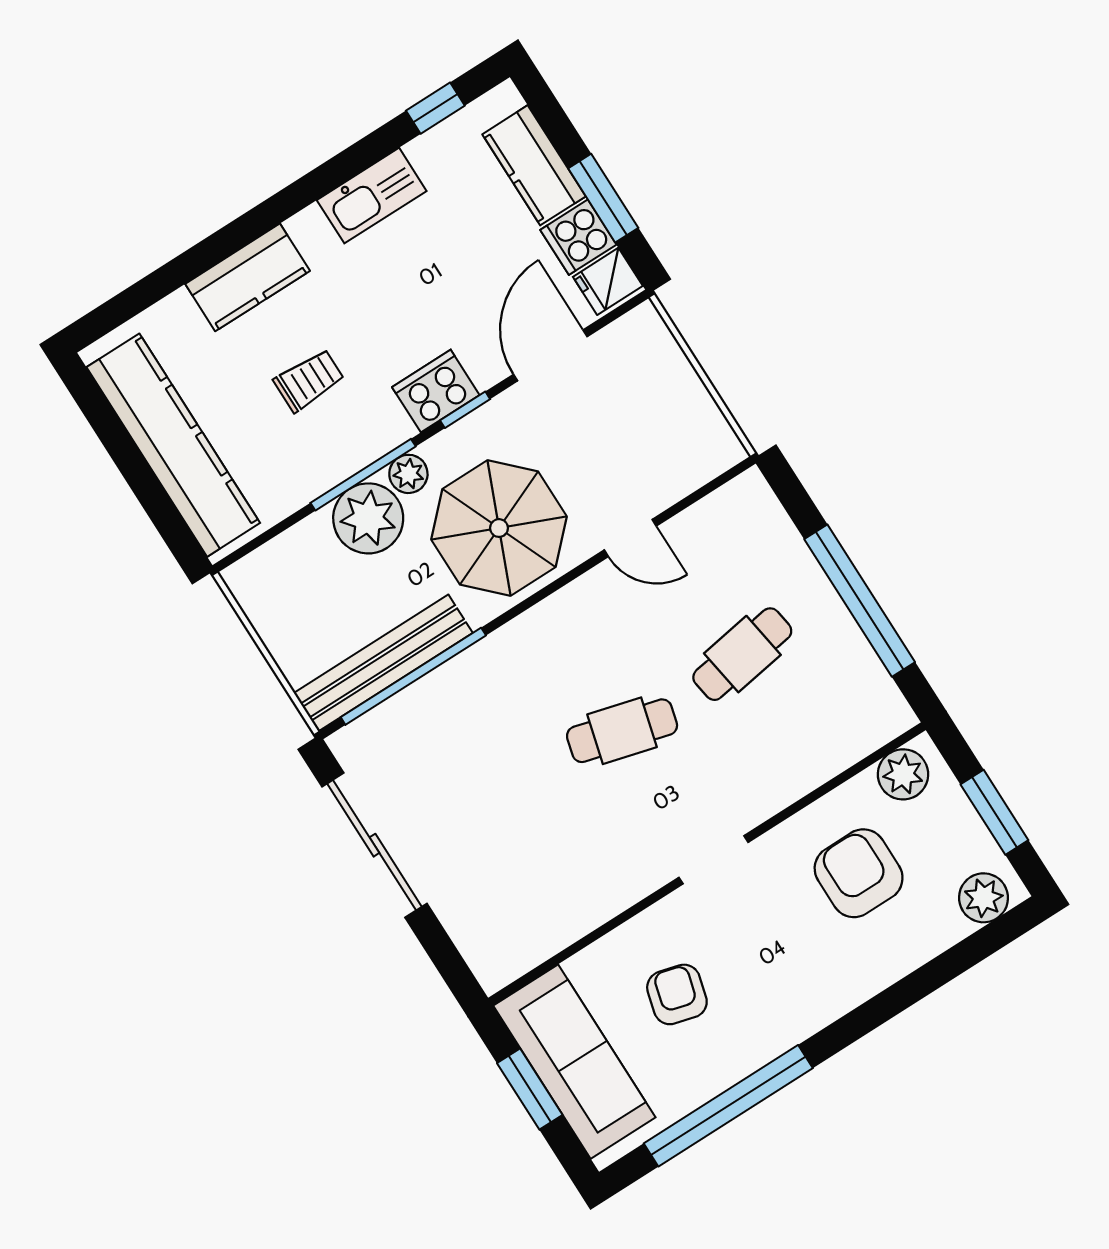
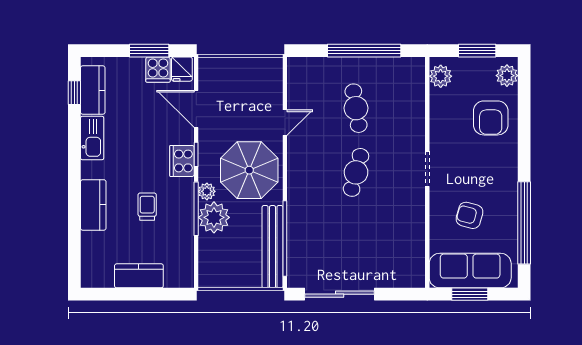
kitchen counter: (534, 165) -> (93, 90), moved, turned -90
kitchen counter: (173, 445) -> (139, 276), width x0.48, depth x0.86
armchair: (859, 873) -> (491, 118), moved, turned -90

